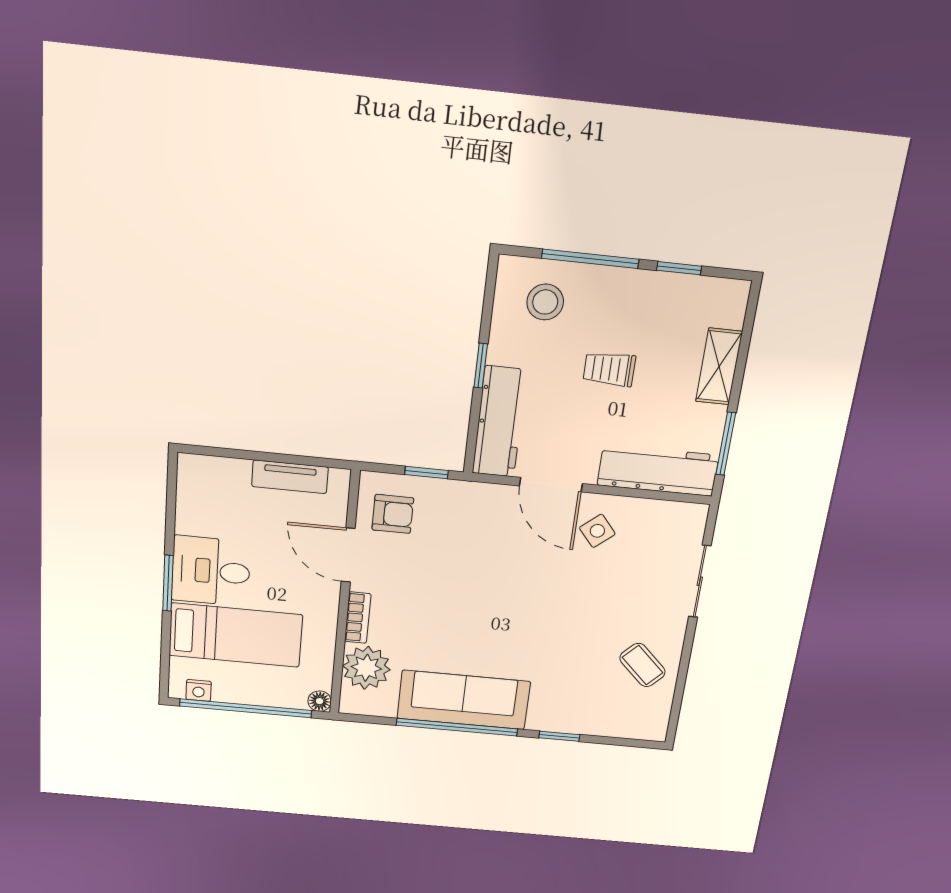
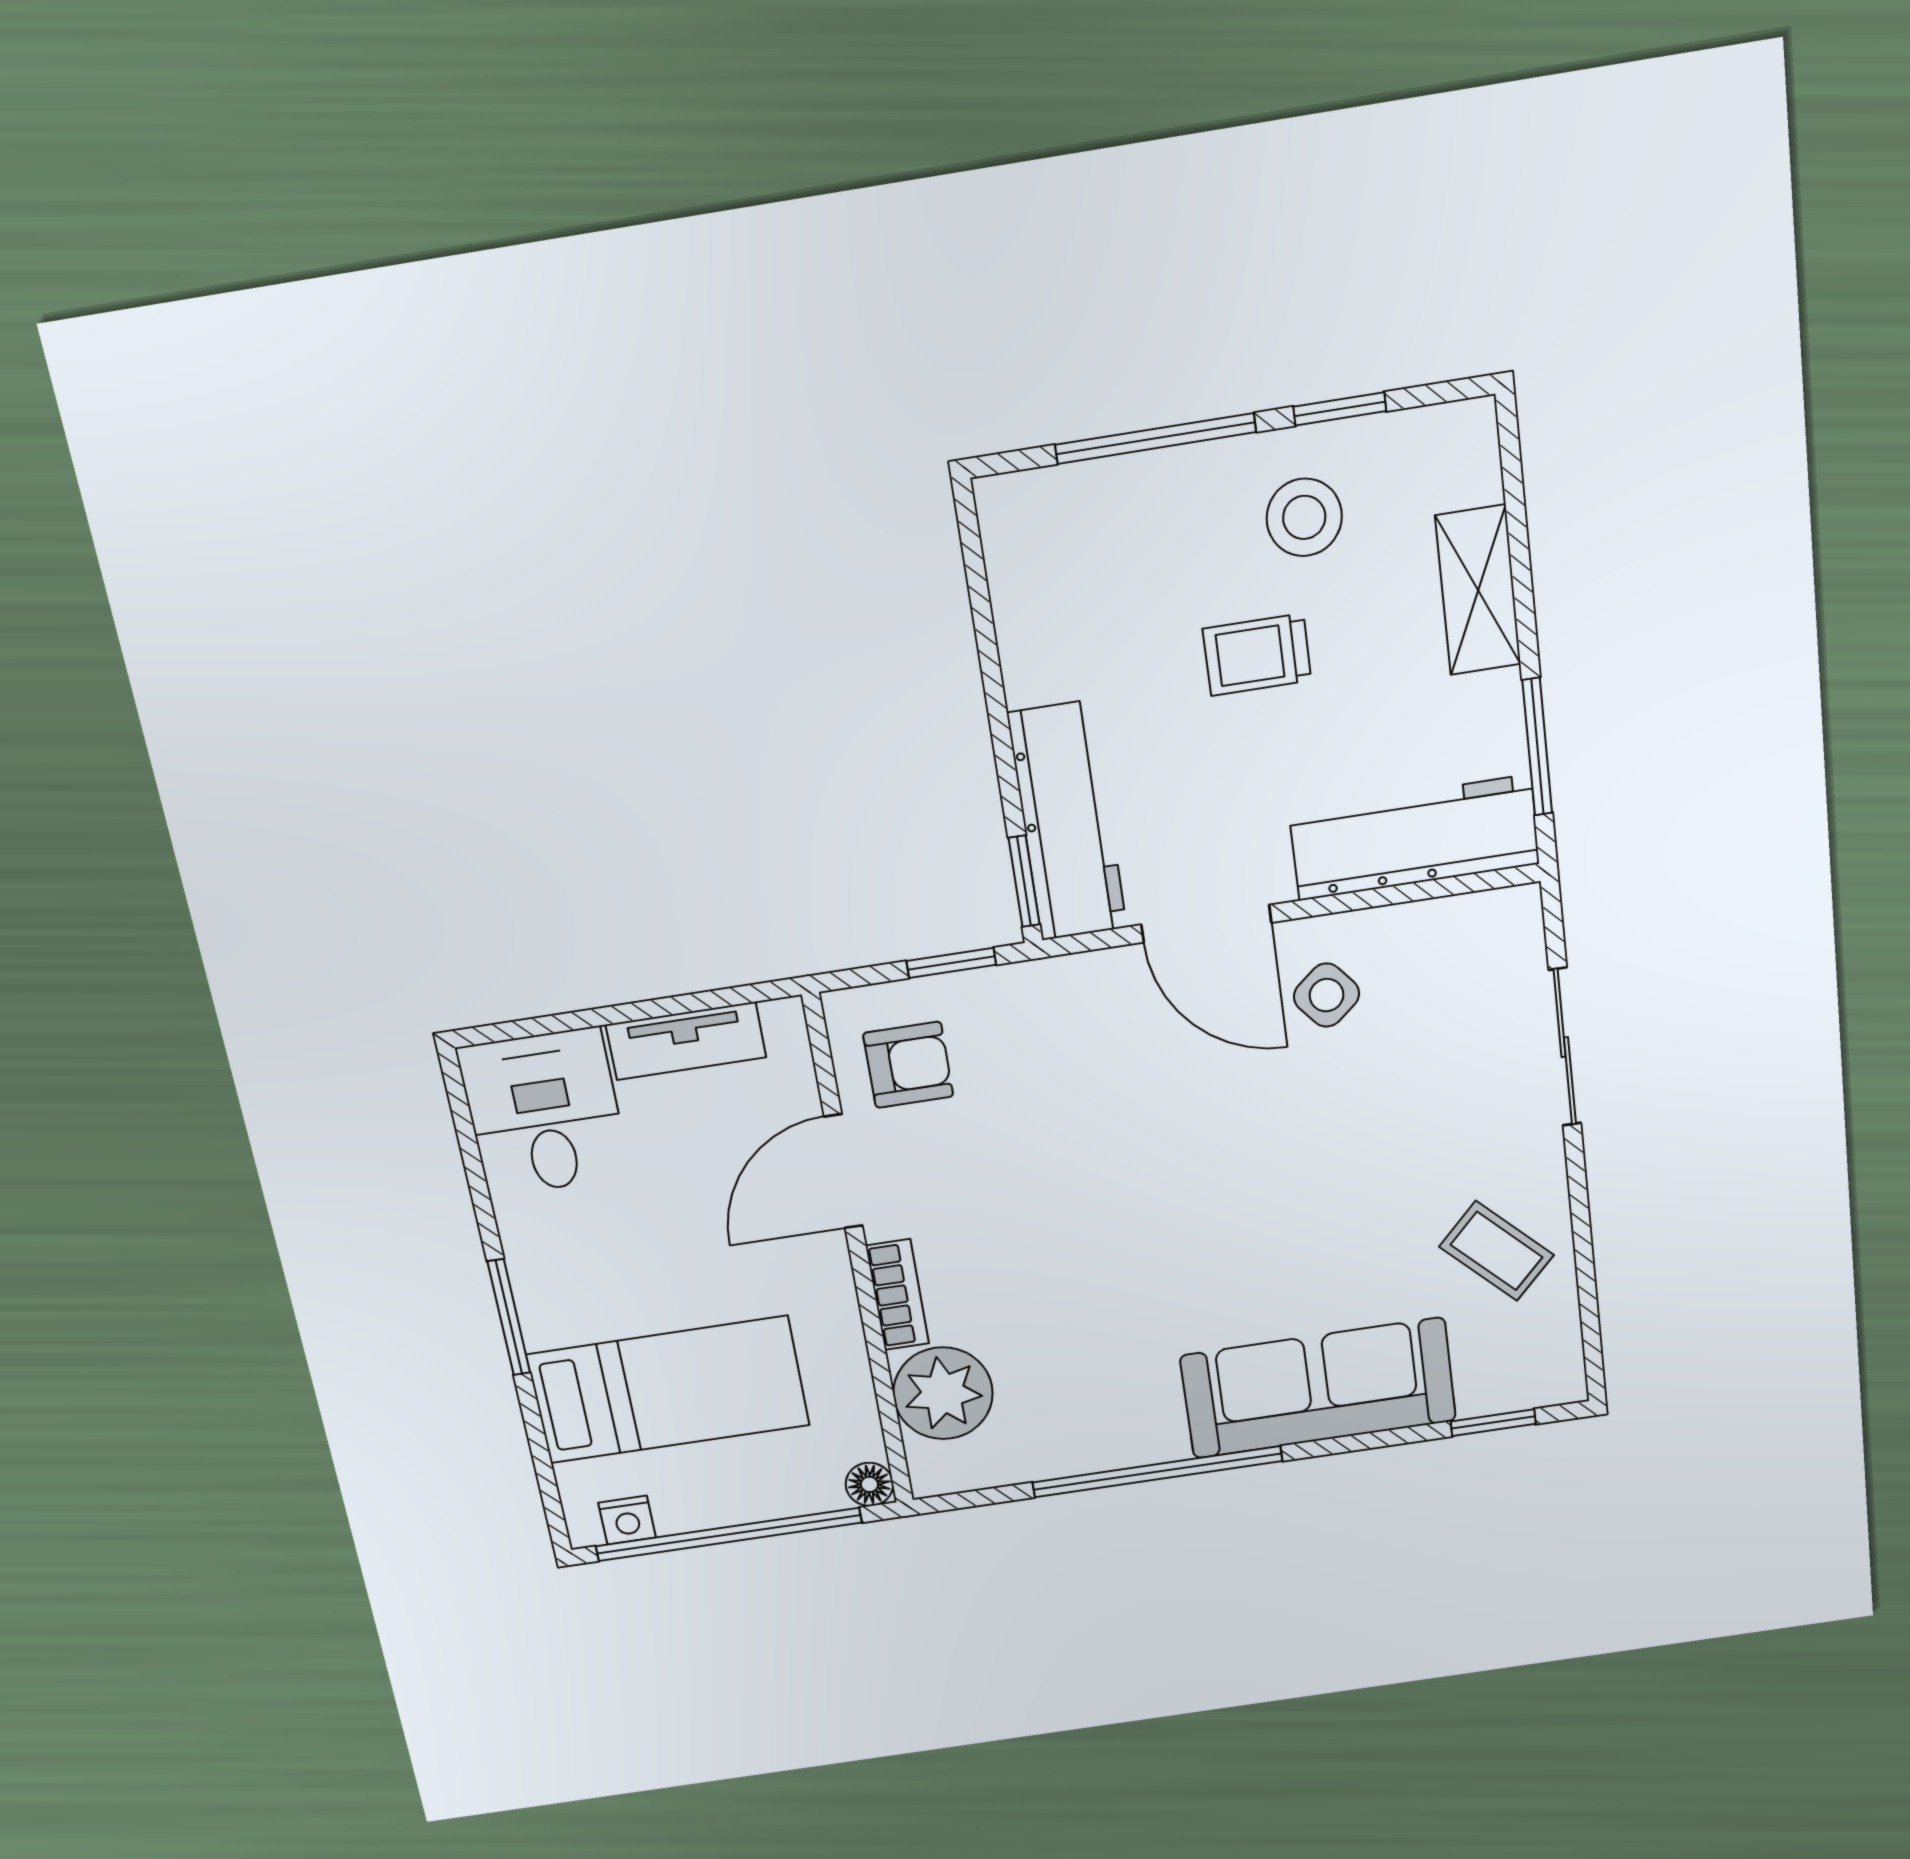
stool: (545, 302) -> (1304, 517), moved
window: (481, 366) -> (1024, 881), moved
door: (348, 555) -> (843, 1171), hinge flipped
desk: (211, 571) -> (544, 1112), moved, turned 90
sofa: (464, 700) -> (1318, 1388), moved
window: (559, 736) -> (1493, 1423), moved

